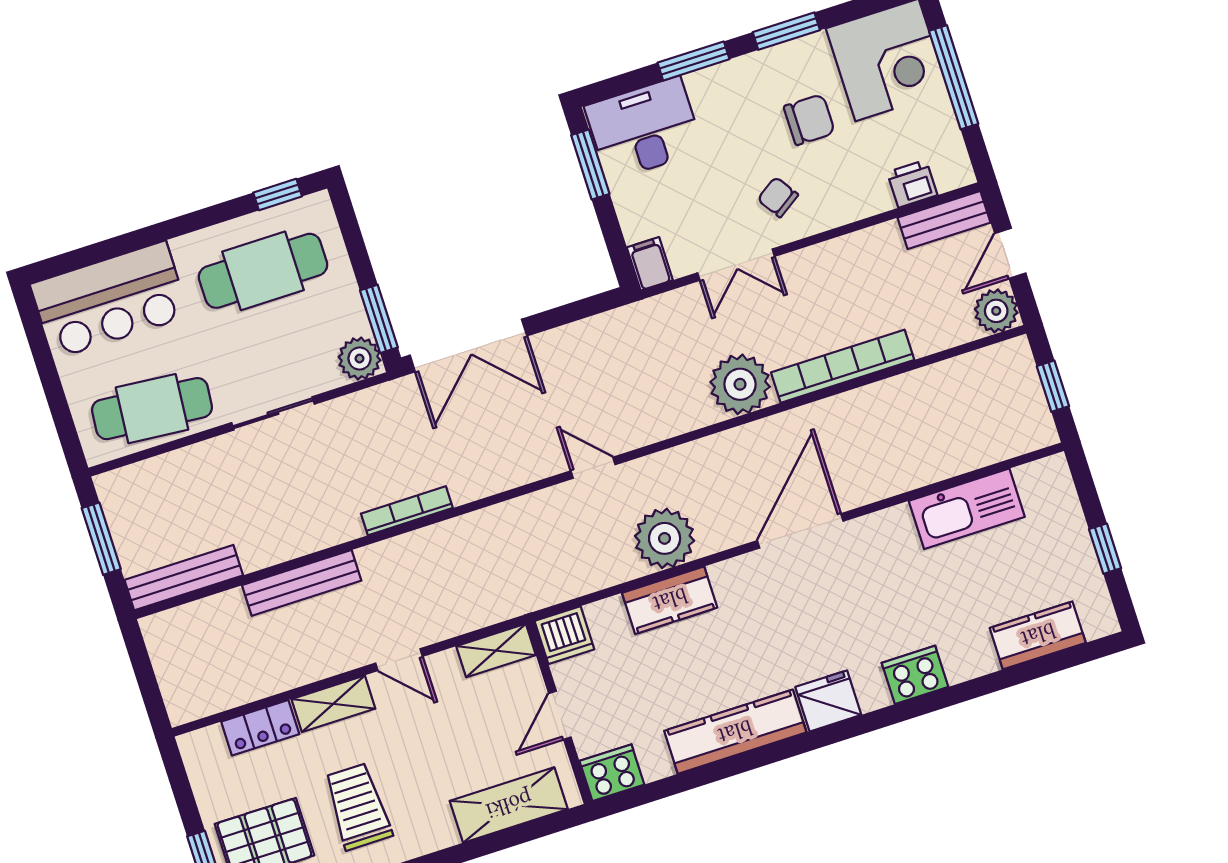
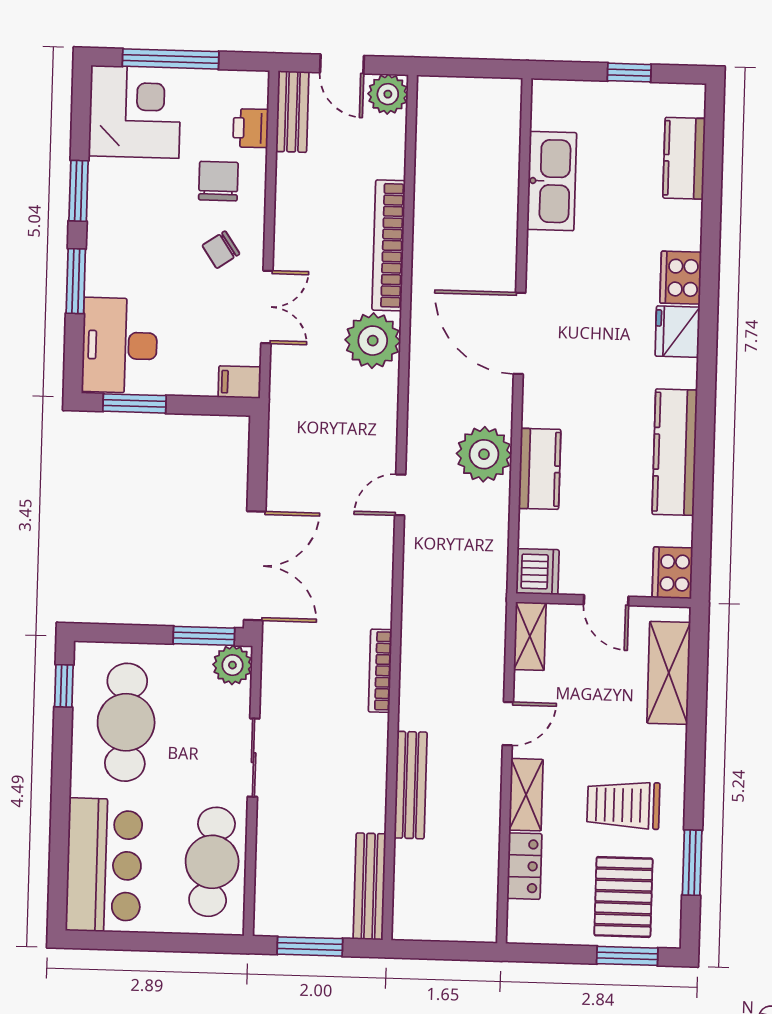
chair: (809, 120) -> (218, 181), moved
window: (1053, 386) -> (471, 68), removed
fridge: (828, 701) -> (677, 332), moved

